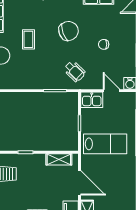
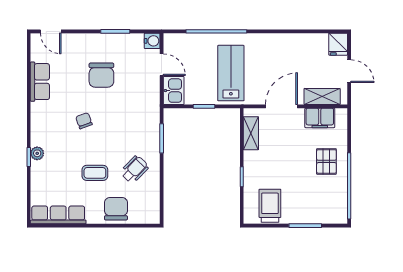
chair: (69, 31) -> (84, 121), width x0.54, depth x0.54
chair: (104, 44) -> (101, 75), width x1.87, depth x1.87
wheelchair: (75, 71) -> (134, 169), moved
door: (112, 91) -> (162, 65), swing flipped

